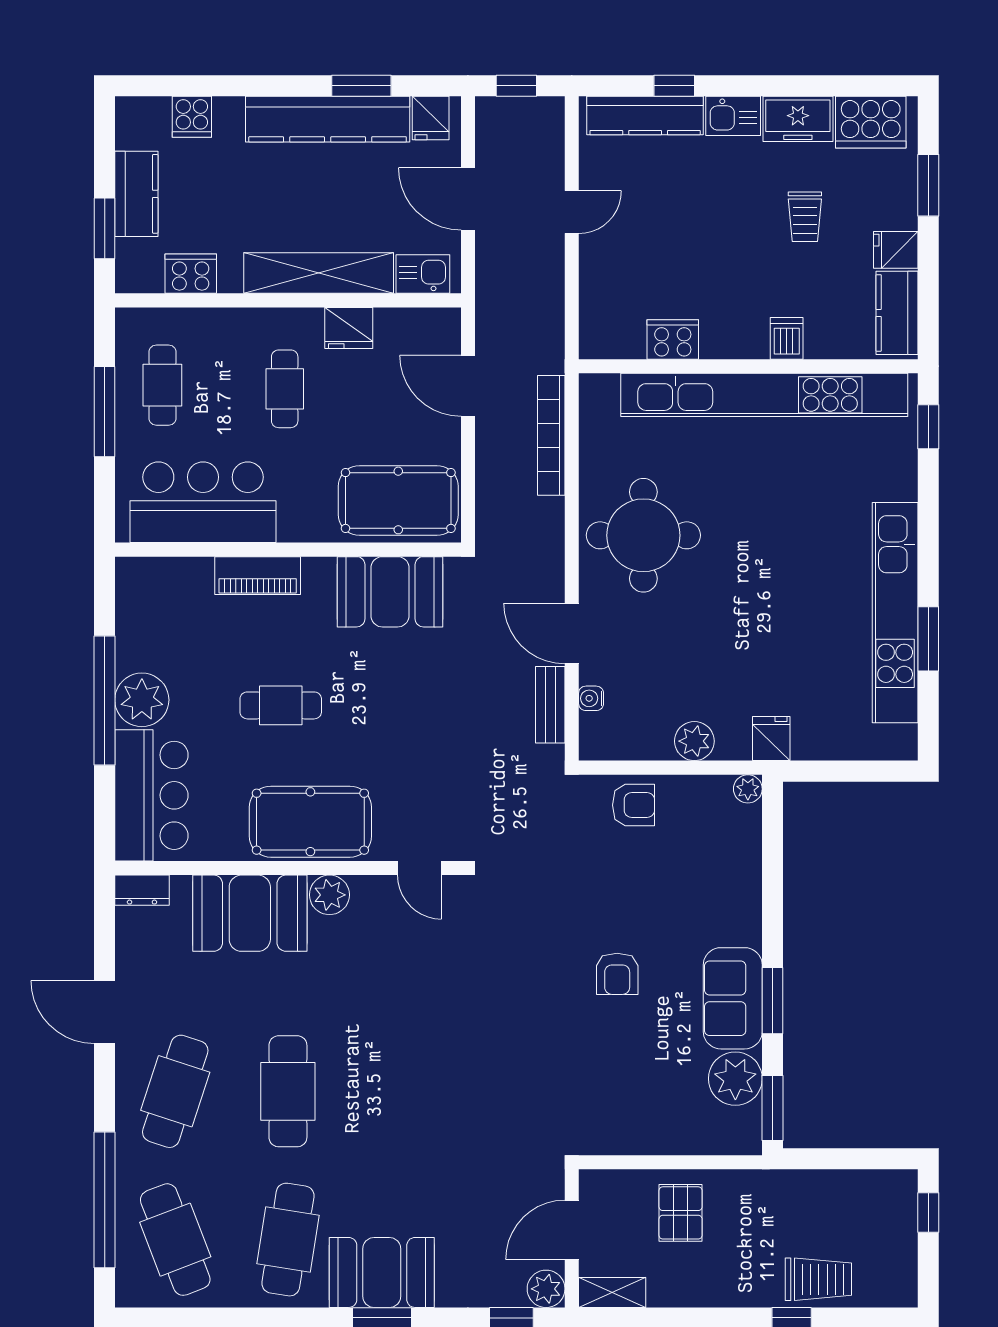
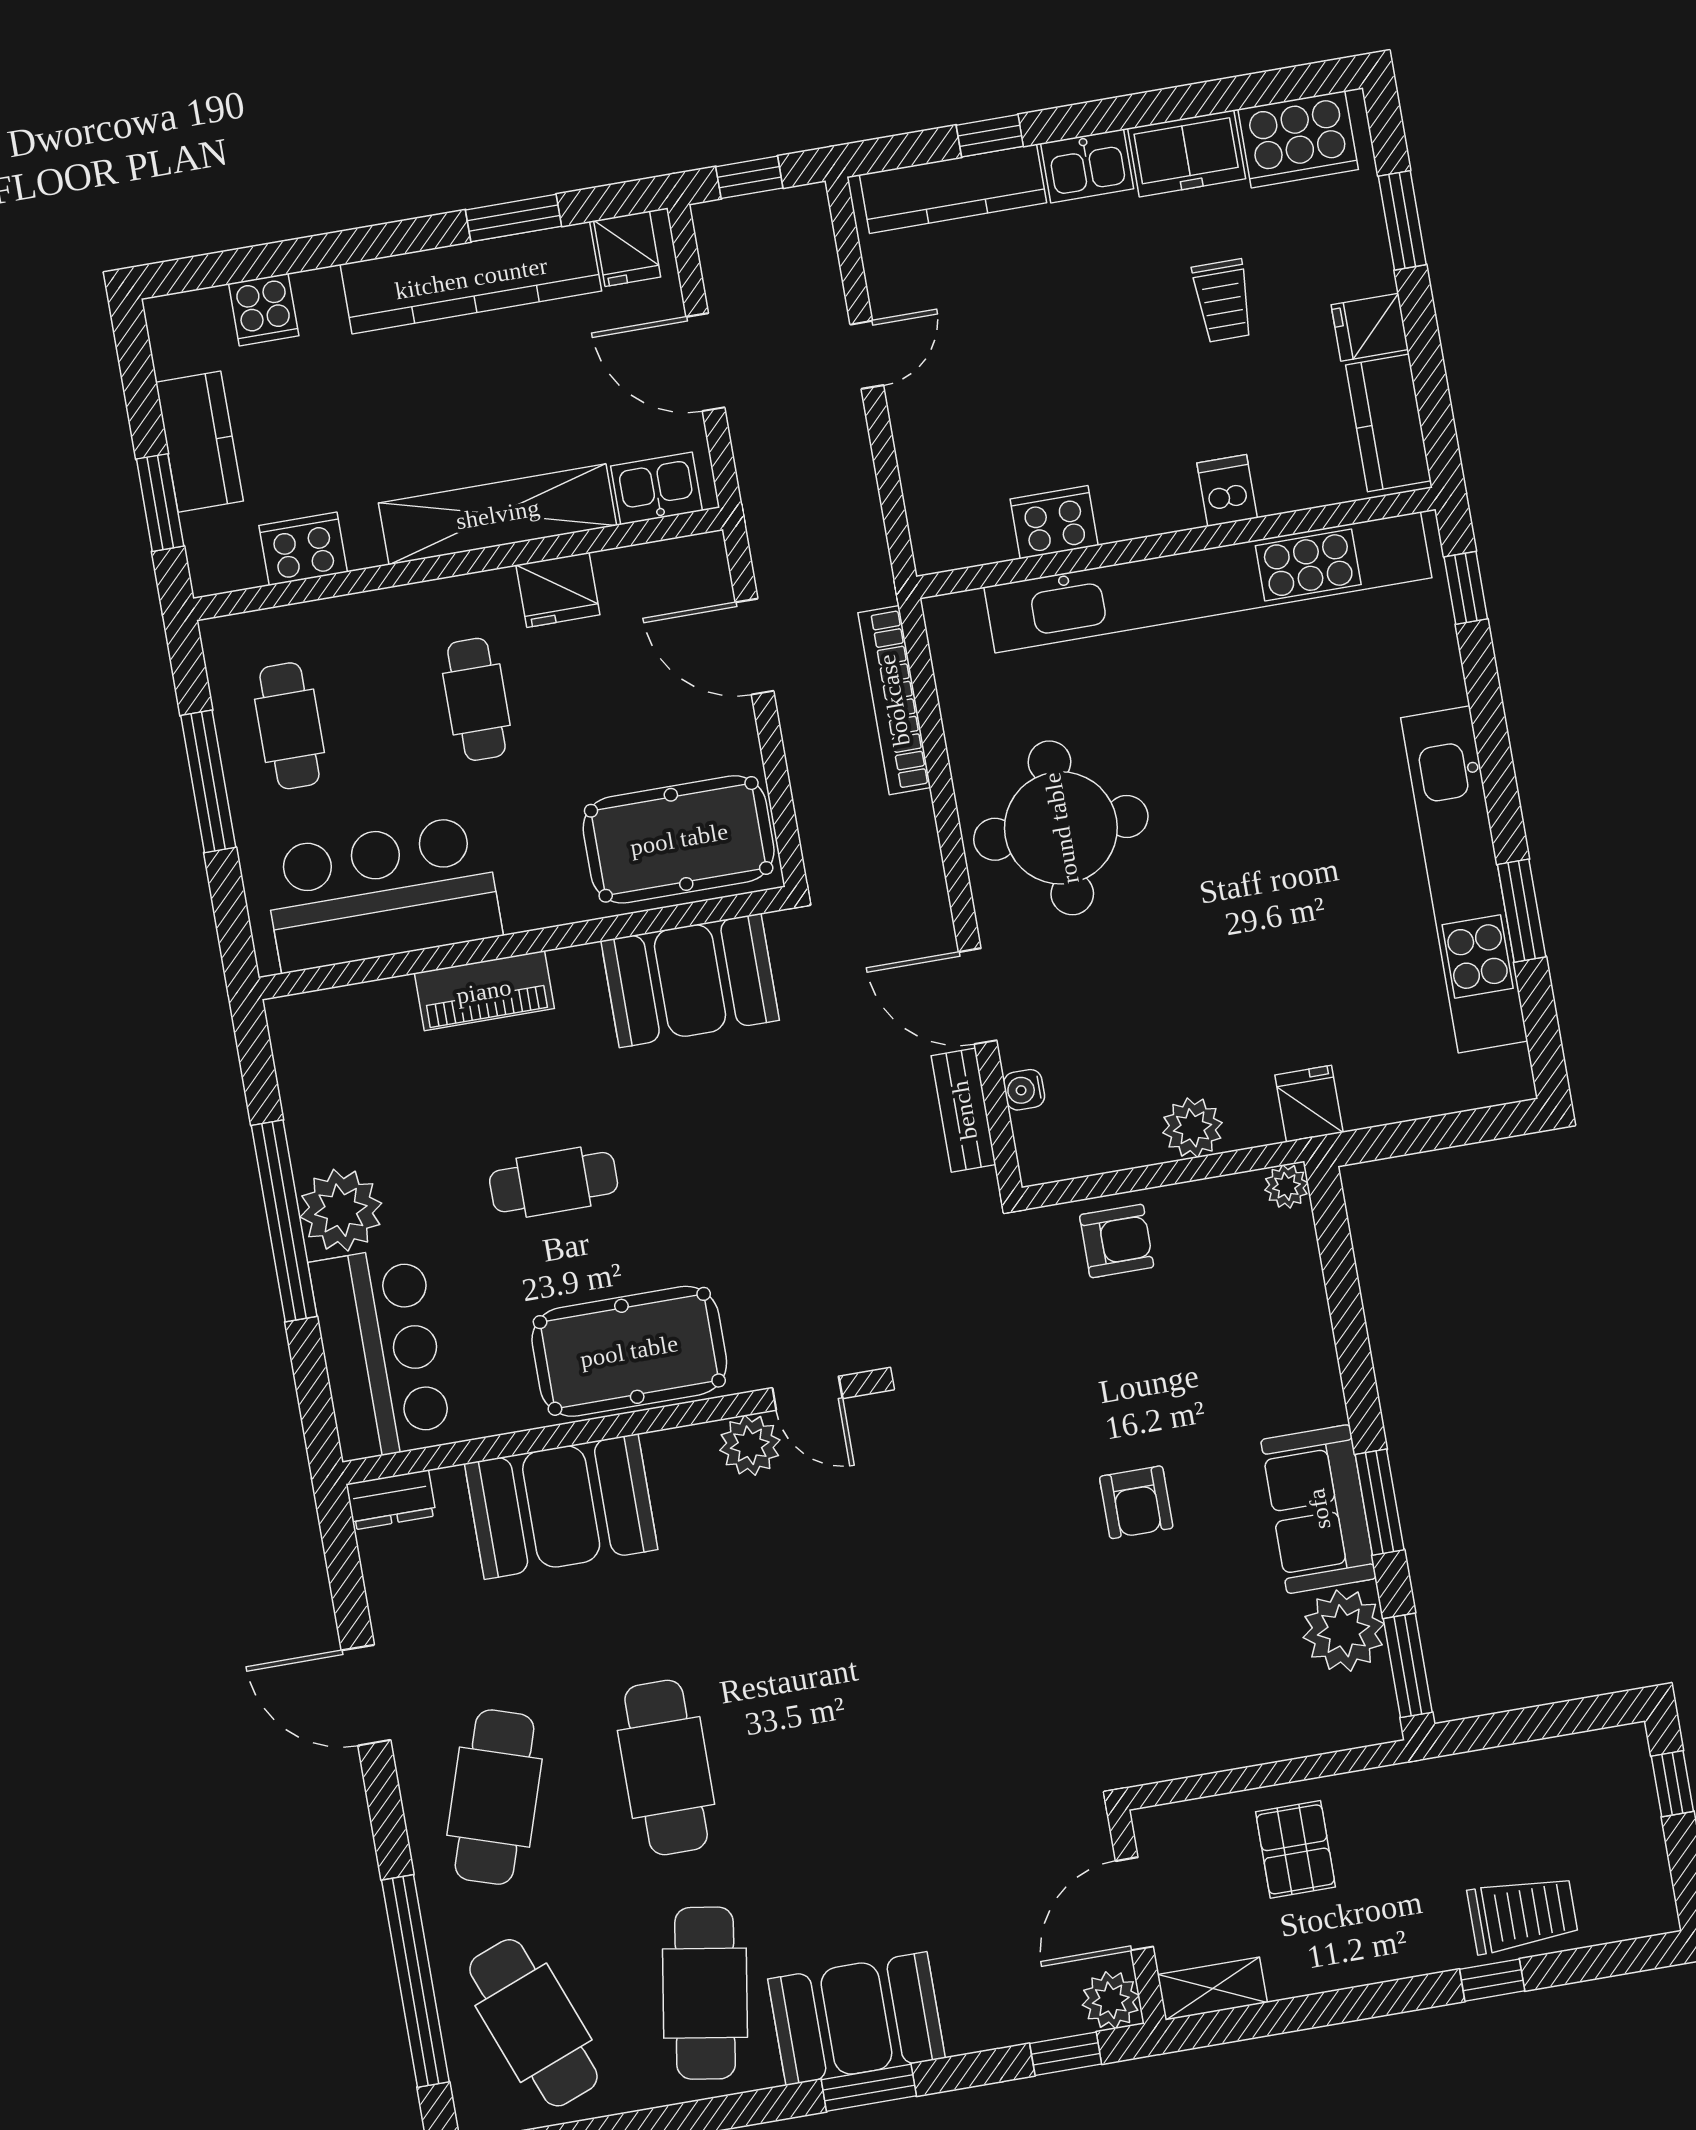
plant: (329, 895) -> (750, 1445), moved

